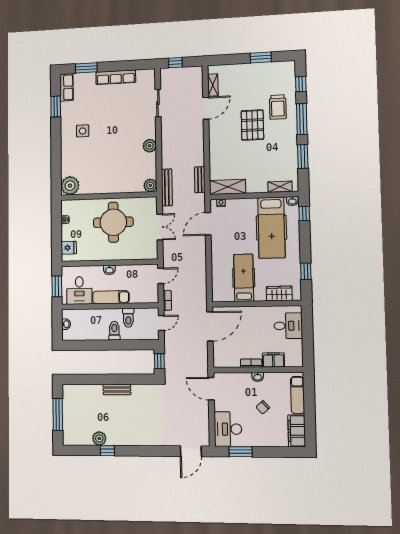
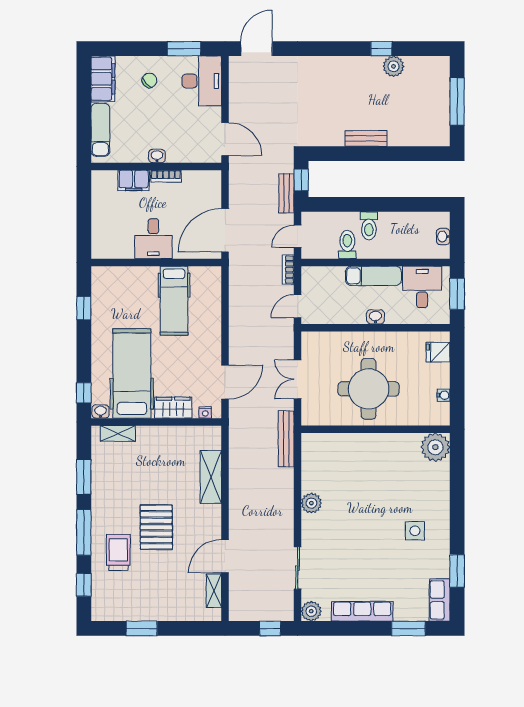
bench: (200, 180) -> (286, 193), moved
plant: (150, 185) -> (311, 611), moved
shelving: (228, 187) -> (211, 477), moved, turned 90
wardrobe: (279, 293) -> (173, 408), moved, turned 180
desk: (288, 326) -> (153, 239), moved, turned -90
chair: (263, 407) -> (149, 80), moved

